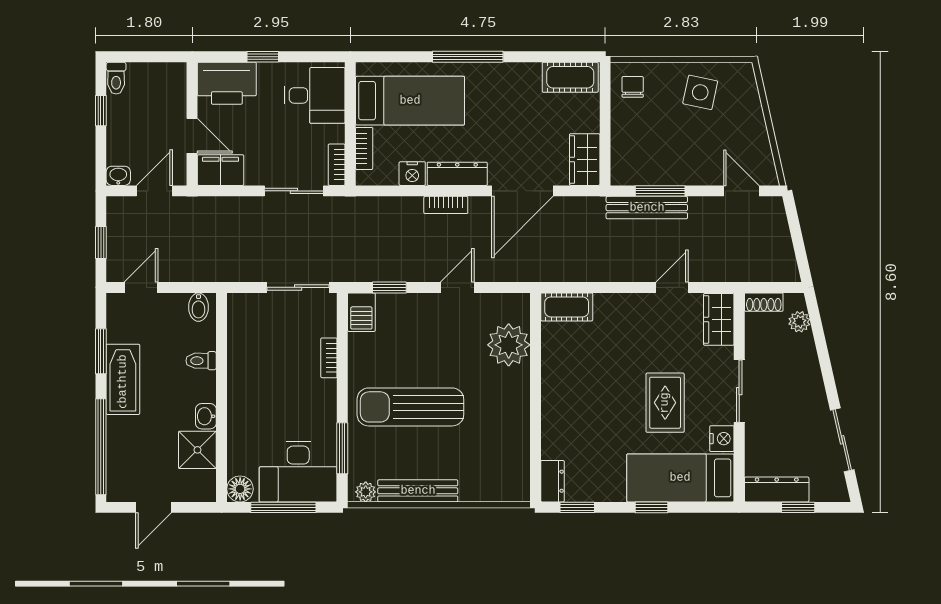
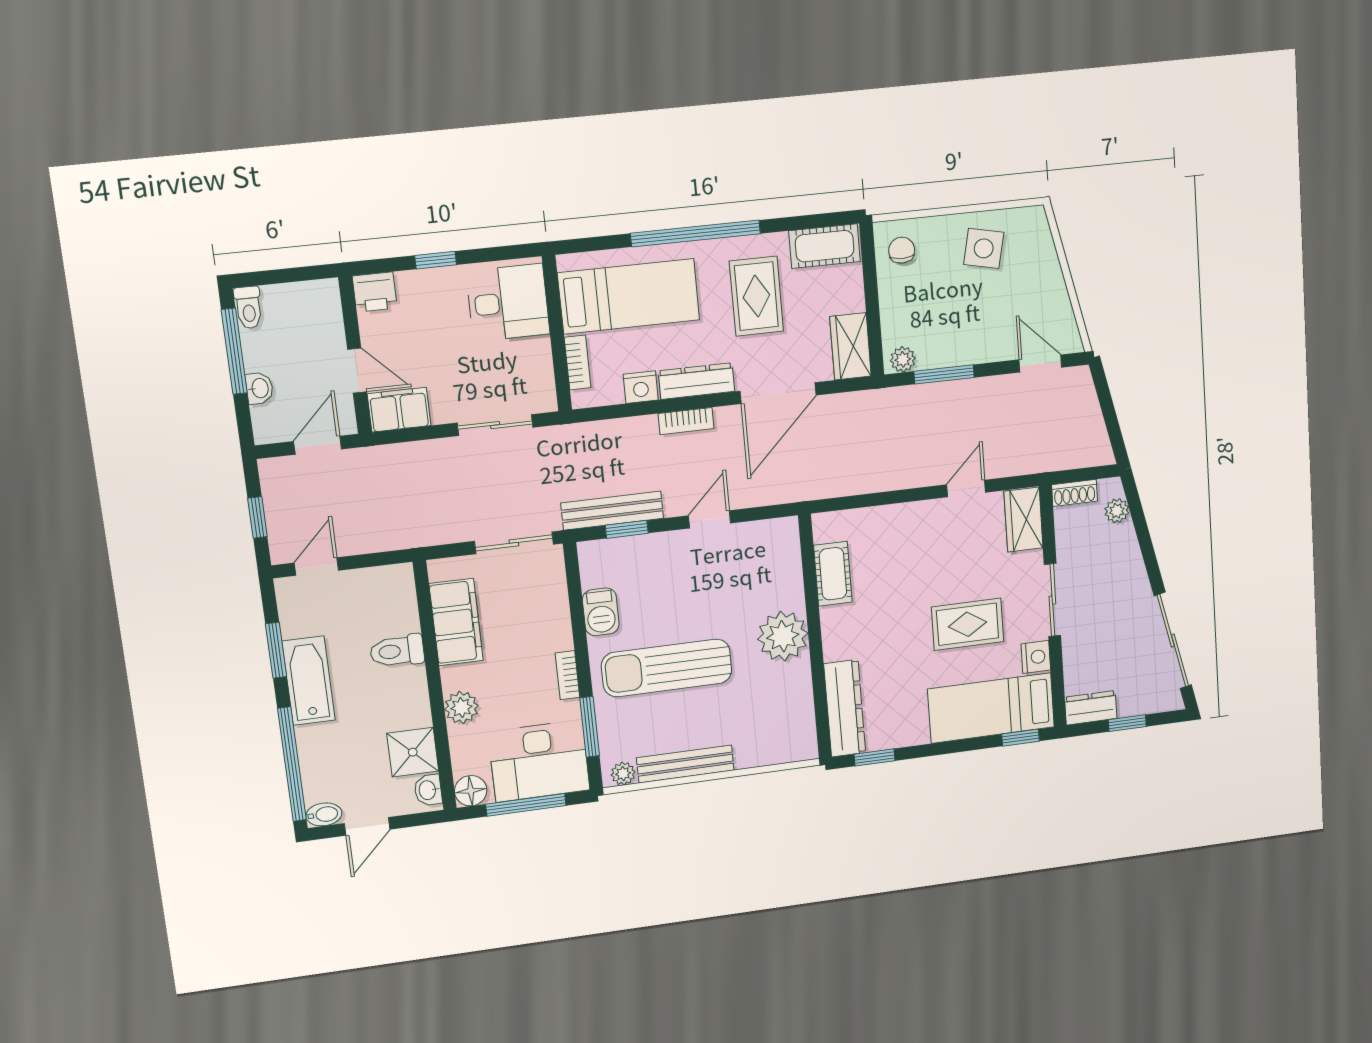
window: (468, 57) -> (696, 233), width x1.46
printer: (227, 83) -> (375, 292), width x0.53, depth x0.68
window: (101, 111) -> (234, 351), width x2.17
rug: (512, 111) -> (756, 296), added
bookcase: (337, 165) -> (545, 387), removed
plant: (627, 175) -> (903, 359), added
washbasin: (118, 176) -> (259, 388), moved, turned 90
bench: (647, 208) -> (612, 511), moved
bidet: (198, 307) -> (324, 814), moved, turned -90
cot: (567, 307) -> (833, 574), moved, turned 90
barbecue: (361, 312) -> (601, 612), moved
plant: (509, 345) -> (783, 636), moved
filing cabinet: (245, 346) -> (456, 622), added
bookcase: (329, 358) -> (567, 675), moved
toilet: (201, 361) -> (397, 651), width x1.37, depth x1.39
rug: (665, 403) -> (968, 624), turned 90
washbasin: (206, 416) -> (428, 790), moved
plant: (241, 418) -> (461, 708), added
sliding door: (842, 440) -> (1173, 641), width x1.37
dresser: (552, 481) -> (845, 708), width x1.96, depth x1.24
dresser: (777, 489) -> (1091, 708), width x0.70
window: (652, 507) -> (1021, 738), moved

